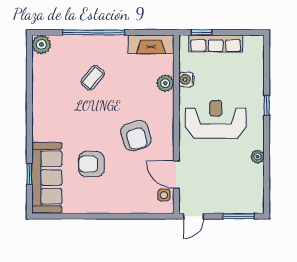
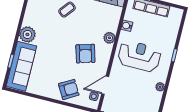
plant: (165, 83) -> (109, 38), moved
plant: (44, 129) -> (27, 34), added
armchair: (91, 164) -> (69, 89), moved, turned 150
door: (176, 175) -> (105, 85), hinge flipped

